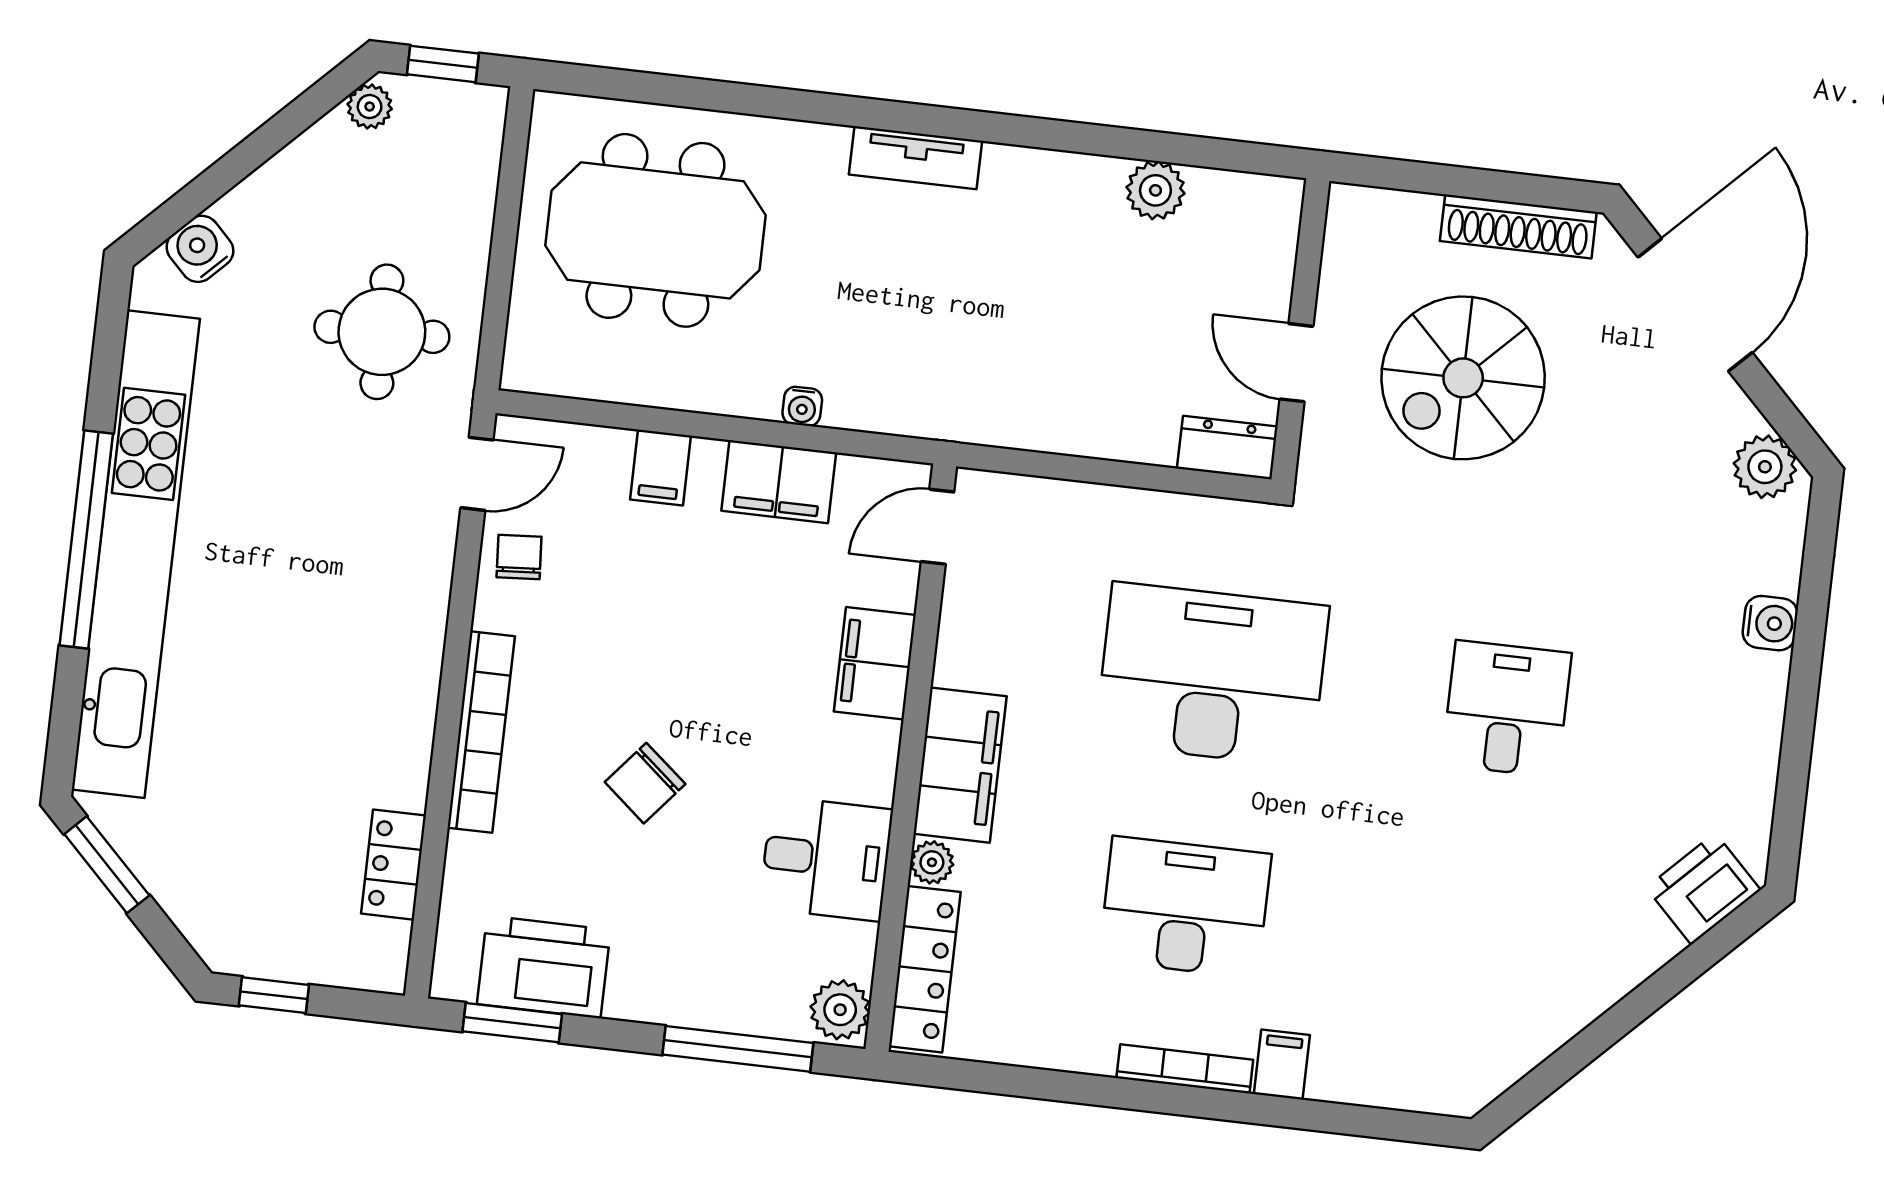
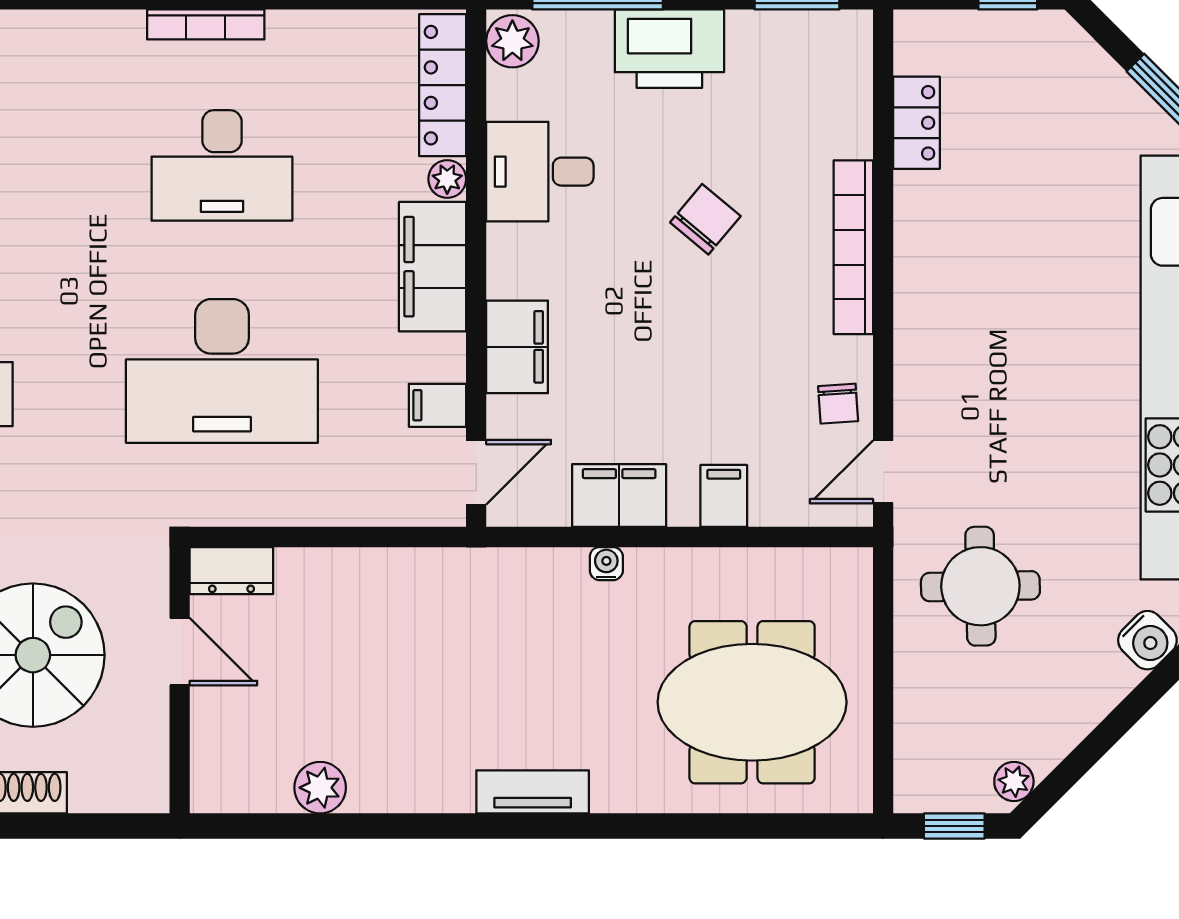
printer: (544, 967) -> (669, 49), moved
filing cabinet: (1282, 1065) -> (437, 405), moved, turned 90

